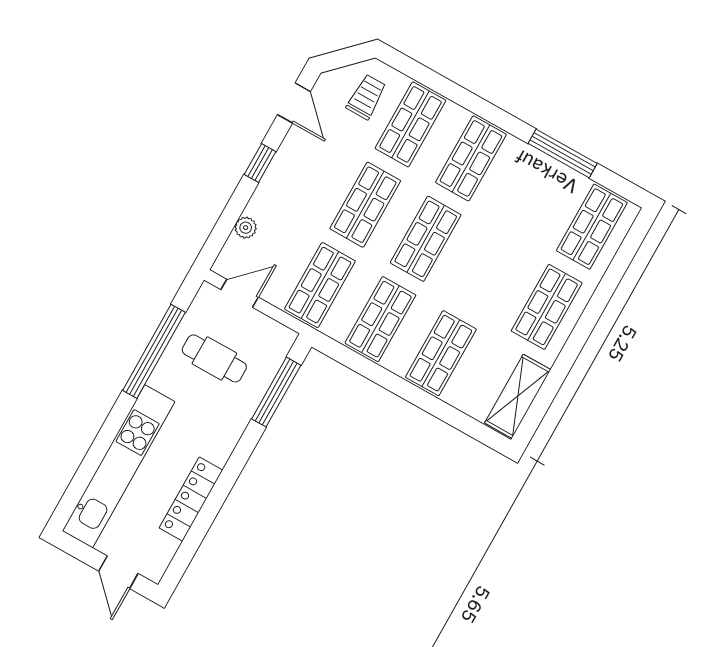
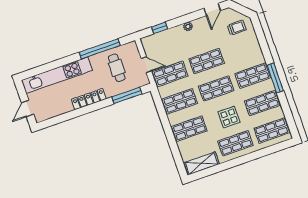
shop shelf: (410, 124) -> (262, 103), moved
window: (563, 153) -> (275, 78), moved
window: (260, 163) -> (159, 28), moved
plant: (246, 228) -> (188, 26), moved
display table: (494, 270) -> (229, 117), added
door: (240, 293) -> (146, 65), moved
locker: (191, 499) -> (89, 99), moved

